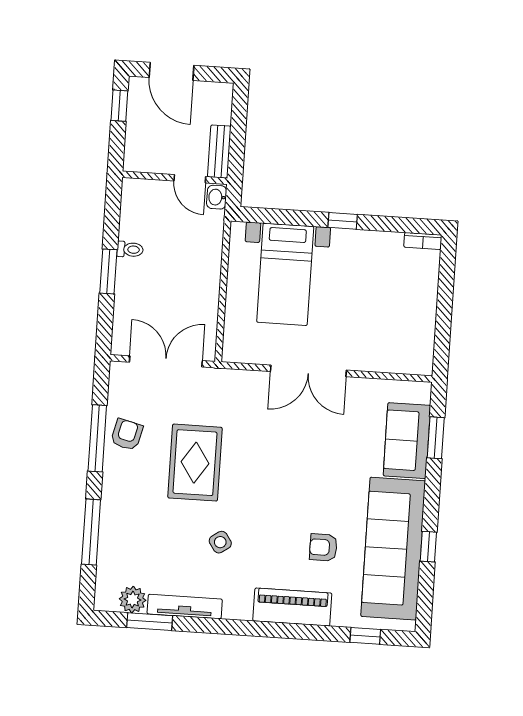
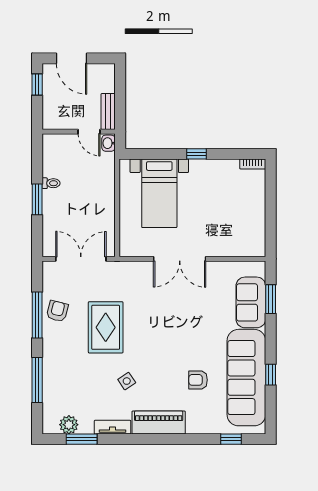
tv unit: (185, 607) -> (113, 427), width x0.71
piano: (292, 607) -> (159, 423), moved

